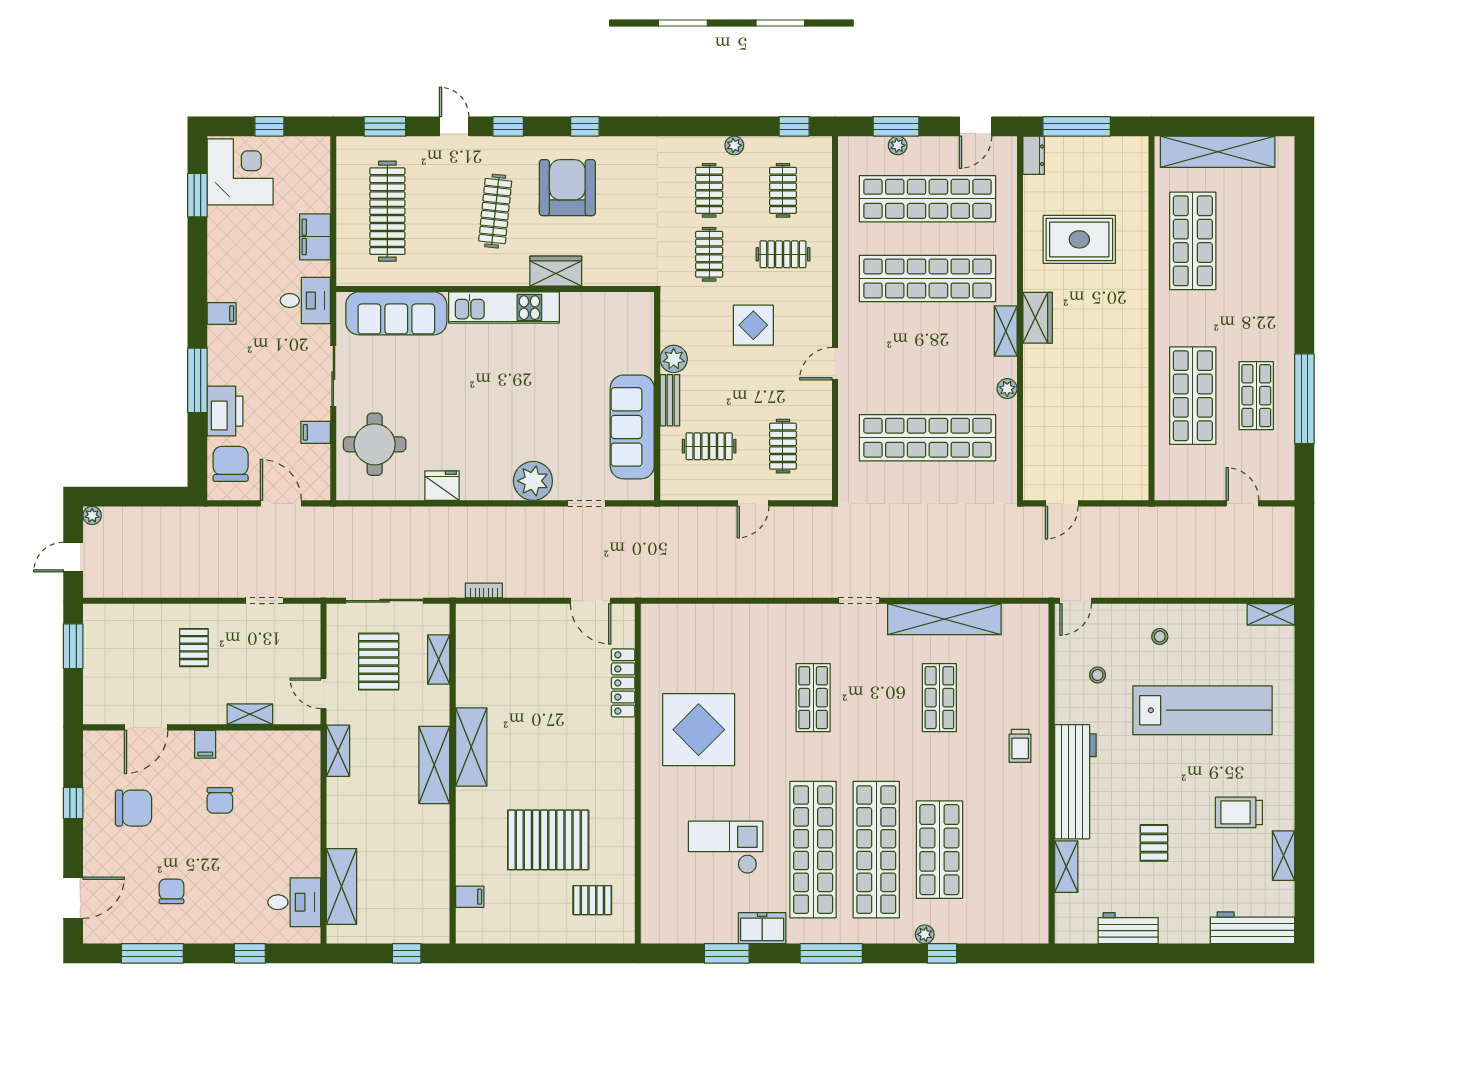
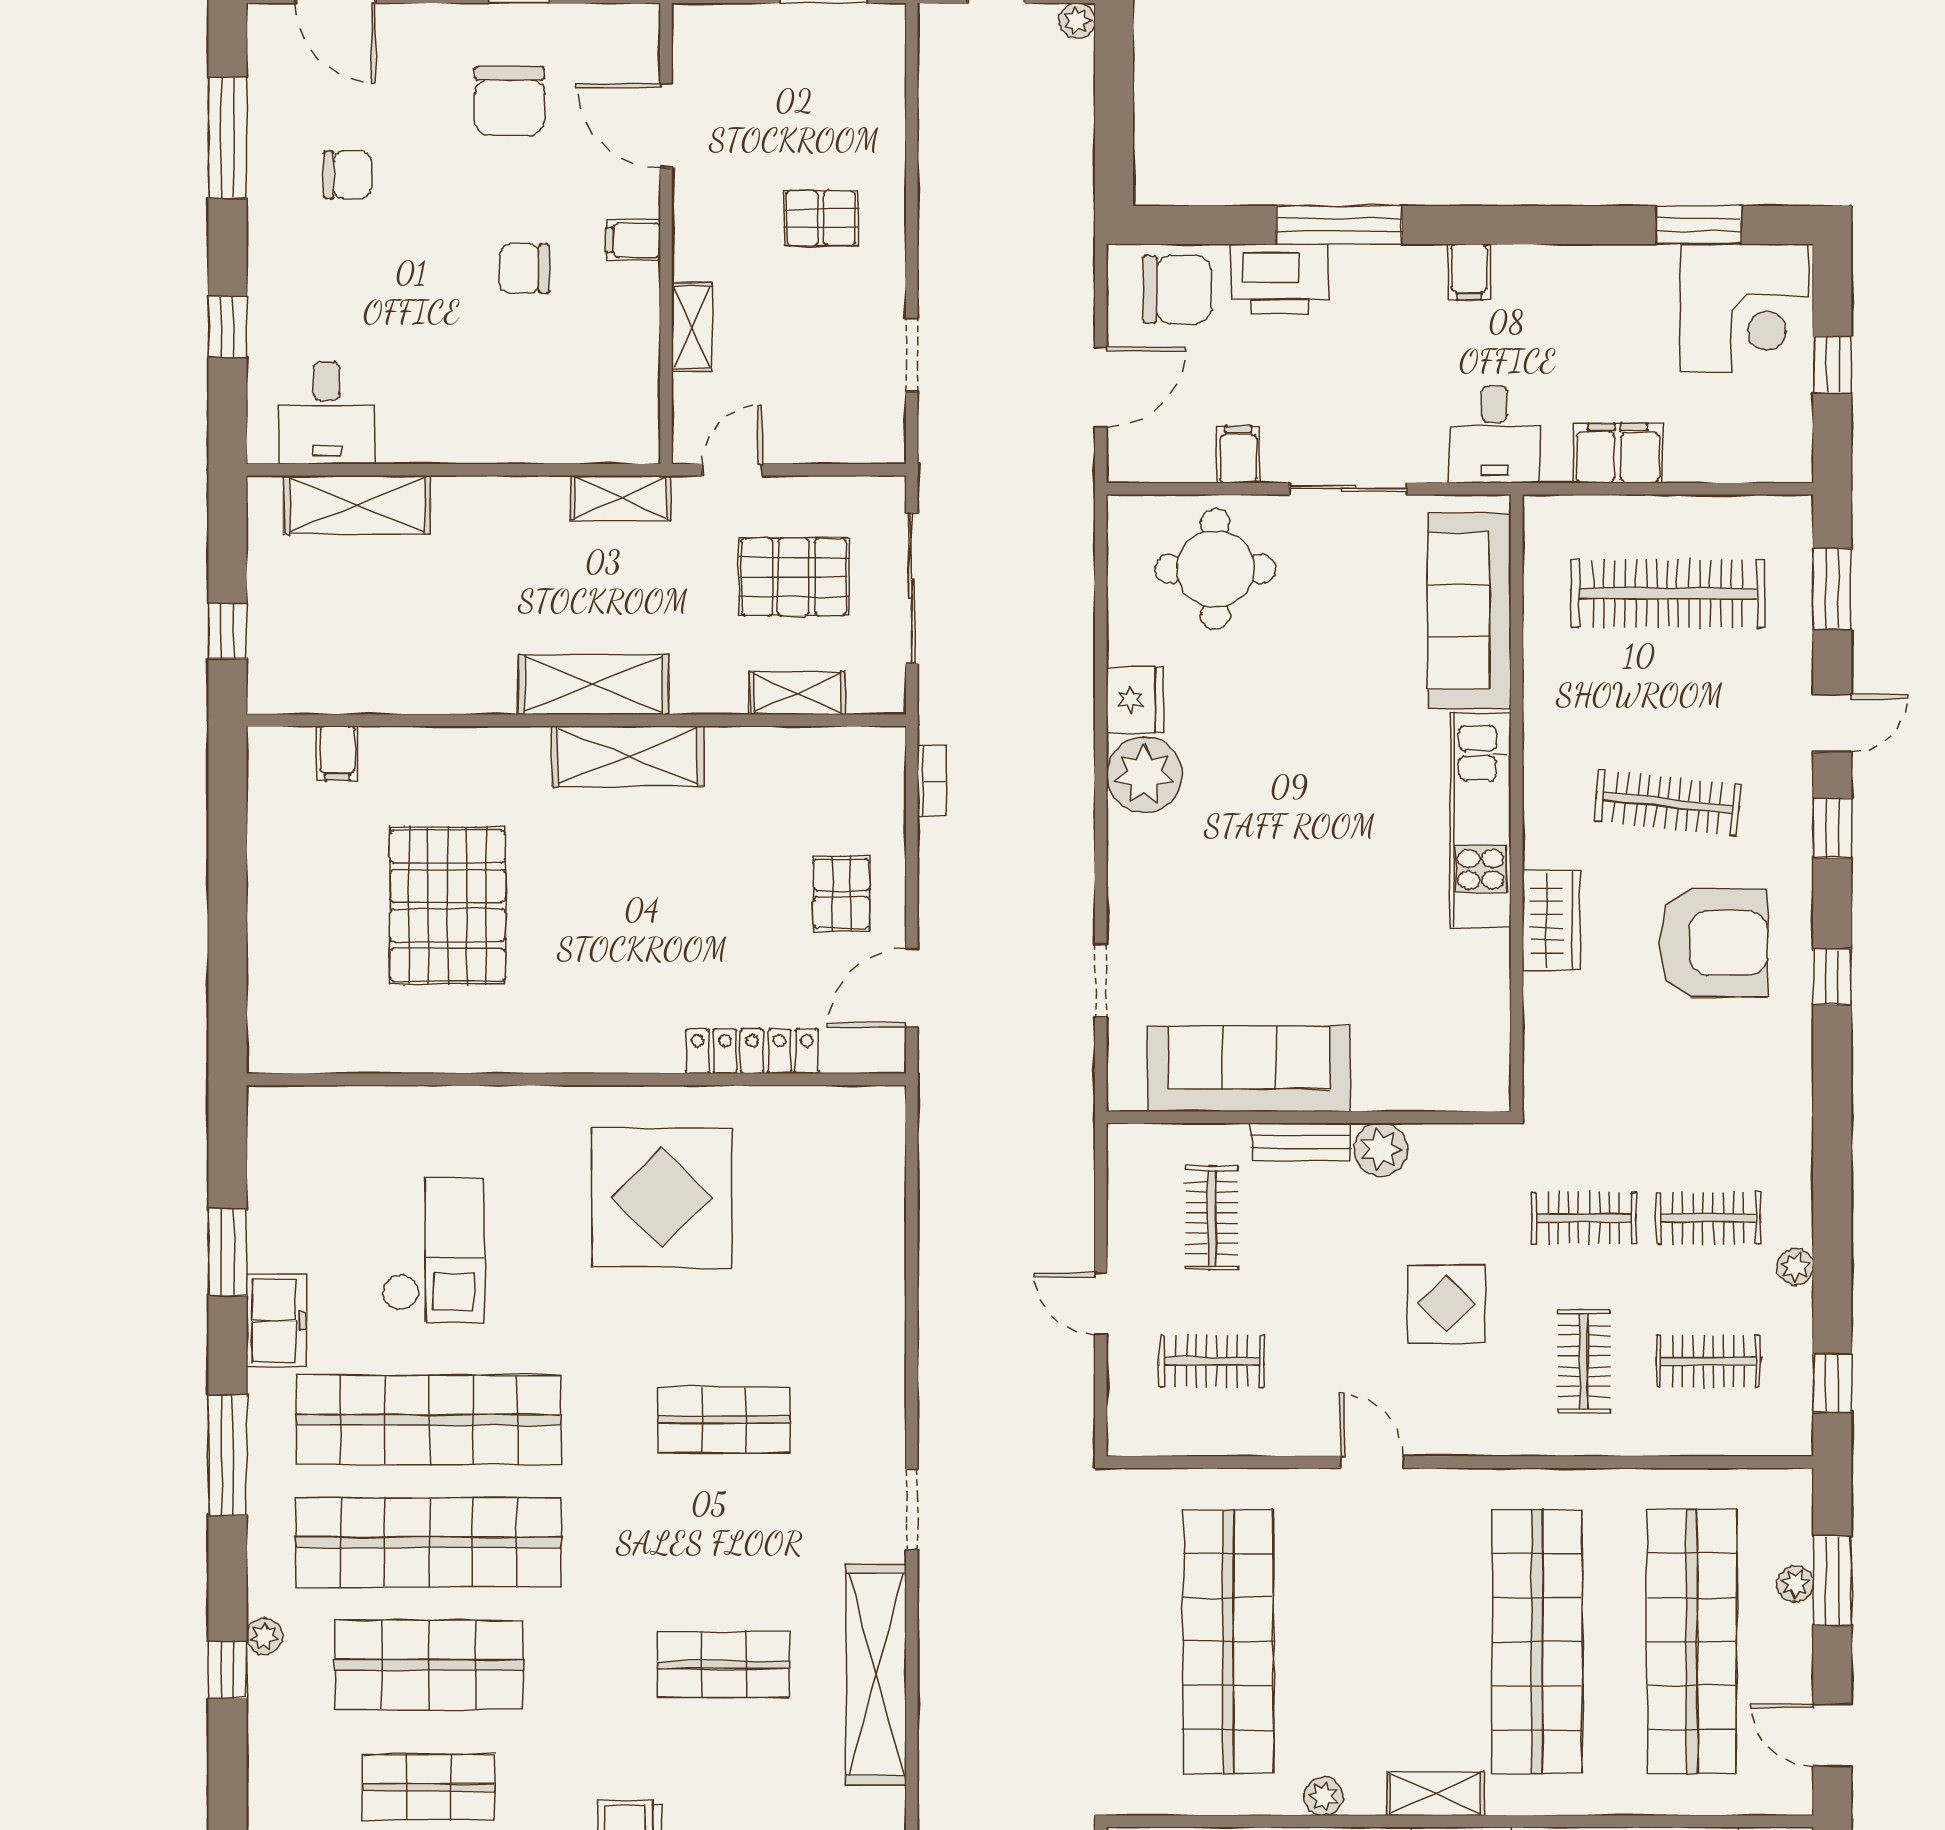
plant: (533, 481) -> (1144, 775), moved
shop shelf: (1003, 850) -> (429, 1787), added
pallet: (592, 900) -> (842, 894), moved

